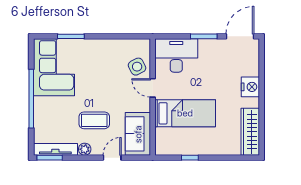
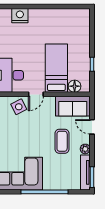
nightstand: (250, 87) -> (20, 16), moved
wardrobe: (250, 132) -> (71, 16), removed
floor lamp: (163, 136) -> (75, 86), added

